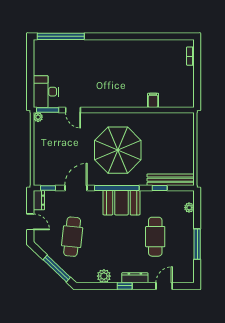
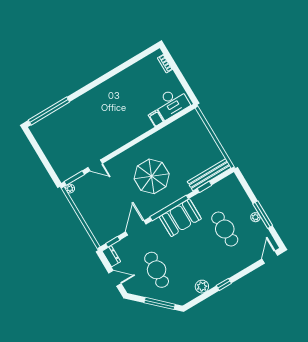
desk: (46, 92) -> (172, 103), moved, turned -90
parasol: (118, 150) -> (152, 176), width x0.73, depth x0.73
plant: (189, 208) -> (255, 217), moved
dresser: (135, 278) -> (228, 273), removed
door: (164, 286) -> (270, 257), moved

